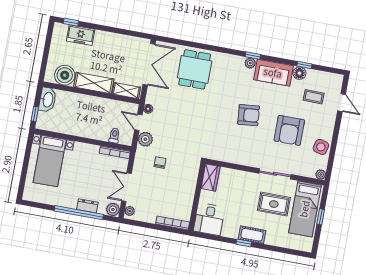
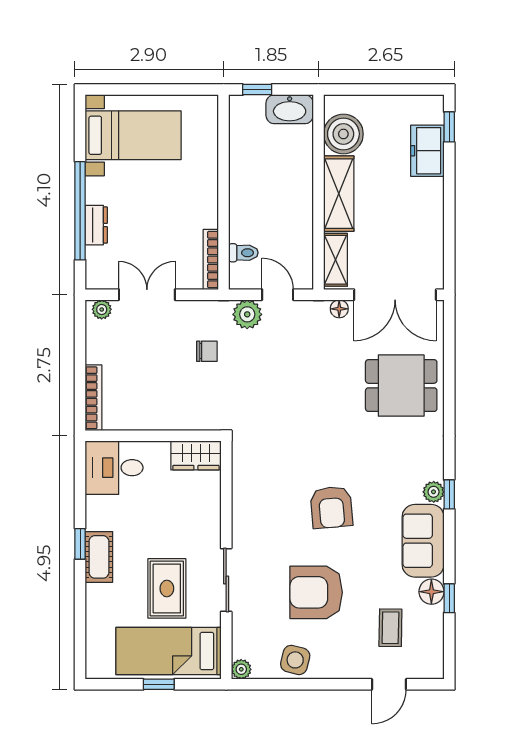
floor lamp: (148, 109) -> (339, 309), moved
door: (138, 122) -> (278, 295), hinge flipped
bed with nightstands: (50, 161) -> (133, 135), moved, turned 180
plant: (113, 209) -> (99, 276), removed

